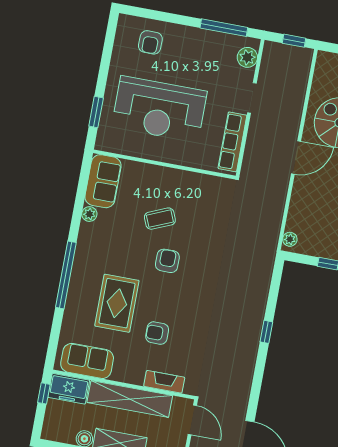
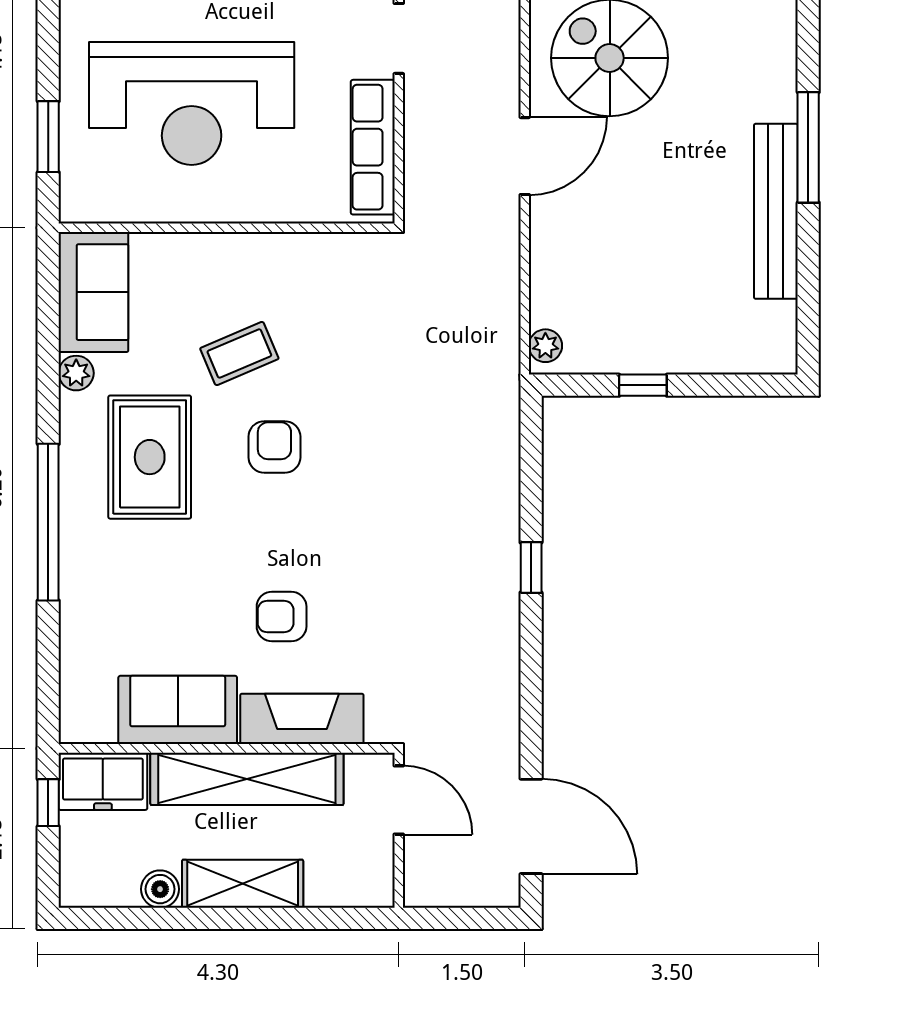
rug: (117, 303) -> (150, 457), moved
sofa: (87, 361) -> (178, 710), moved
fireplace: (164, 382) -> (302, 719), width x1.37, depth x1.32

